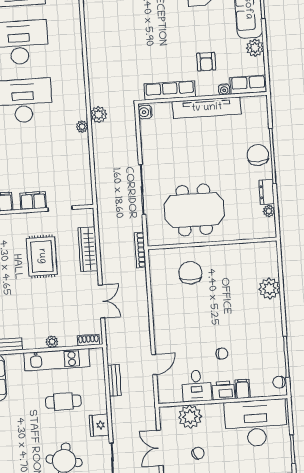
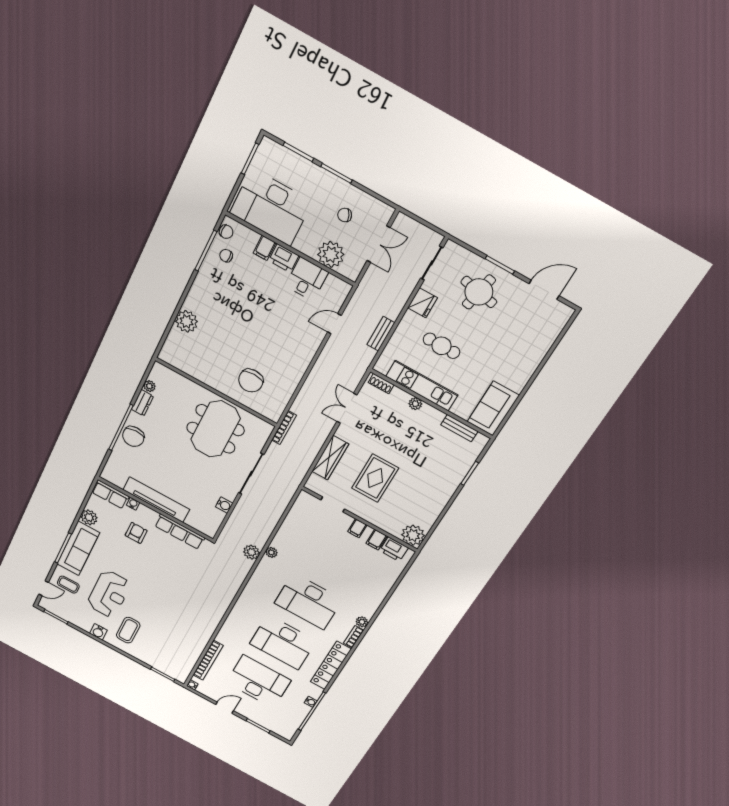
water cooler: (145, 112) -> (224, 505), moved
filing cabinet: (33, 200) -> (357, 528), width x0.50
meeting table: (194, 210) -> (215, 429), turned 90
chair: (222, 354) -> (226, 256), moved

